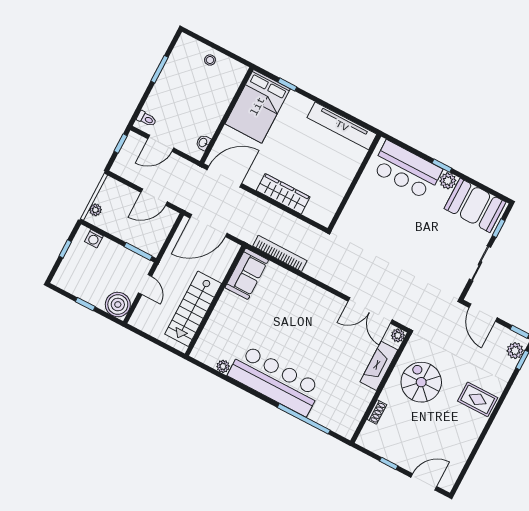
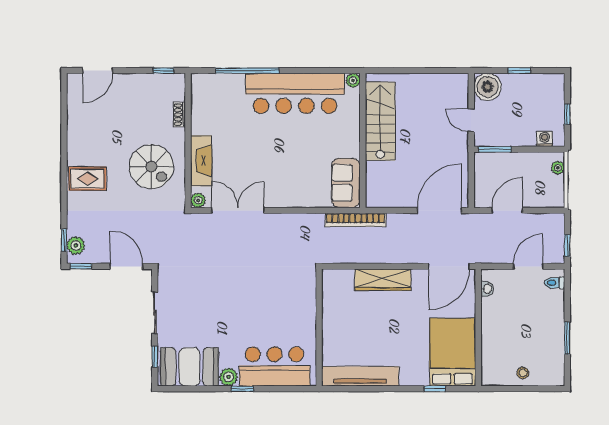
sofa: (247, 274) -> (346, 183), moved
wall: (215, 301) -> (363, 140), moved
stairs: (193, 309) -> (380, 121), moved
window: (389, 463) -> (163, 71), moved

